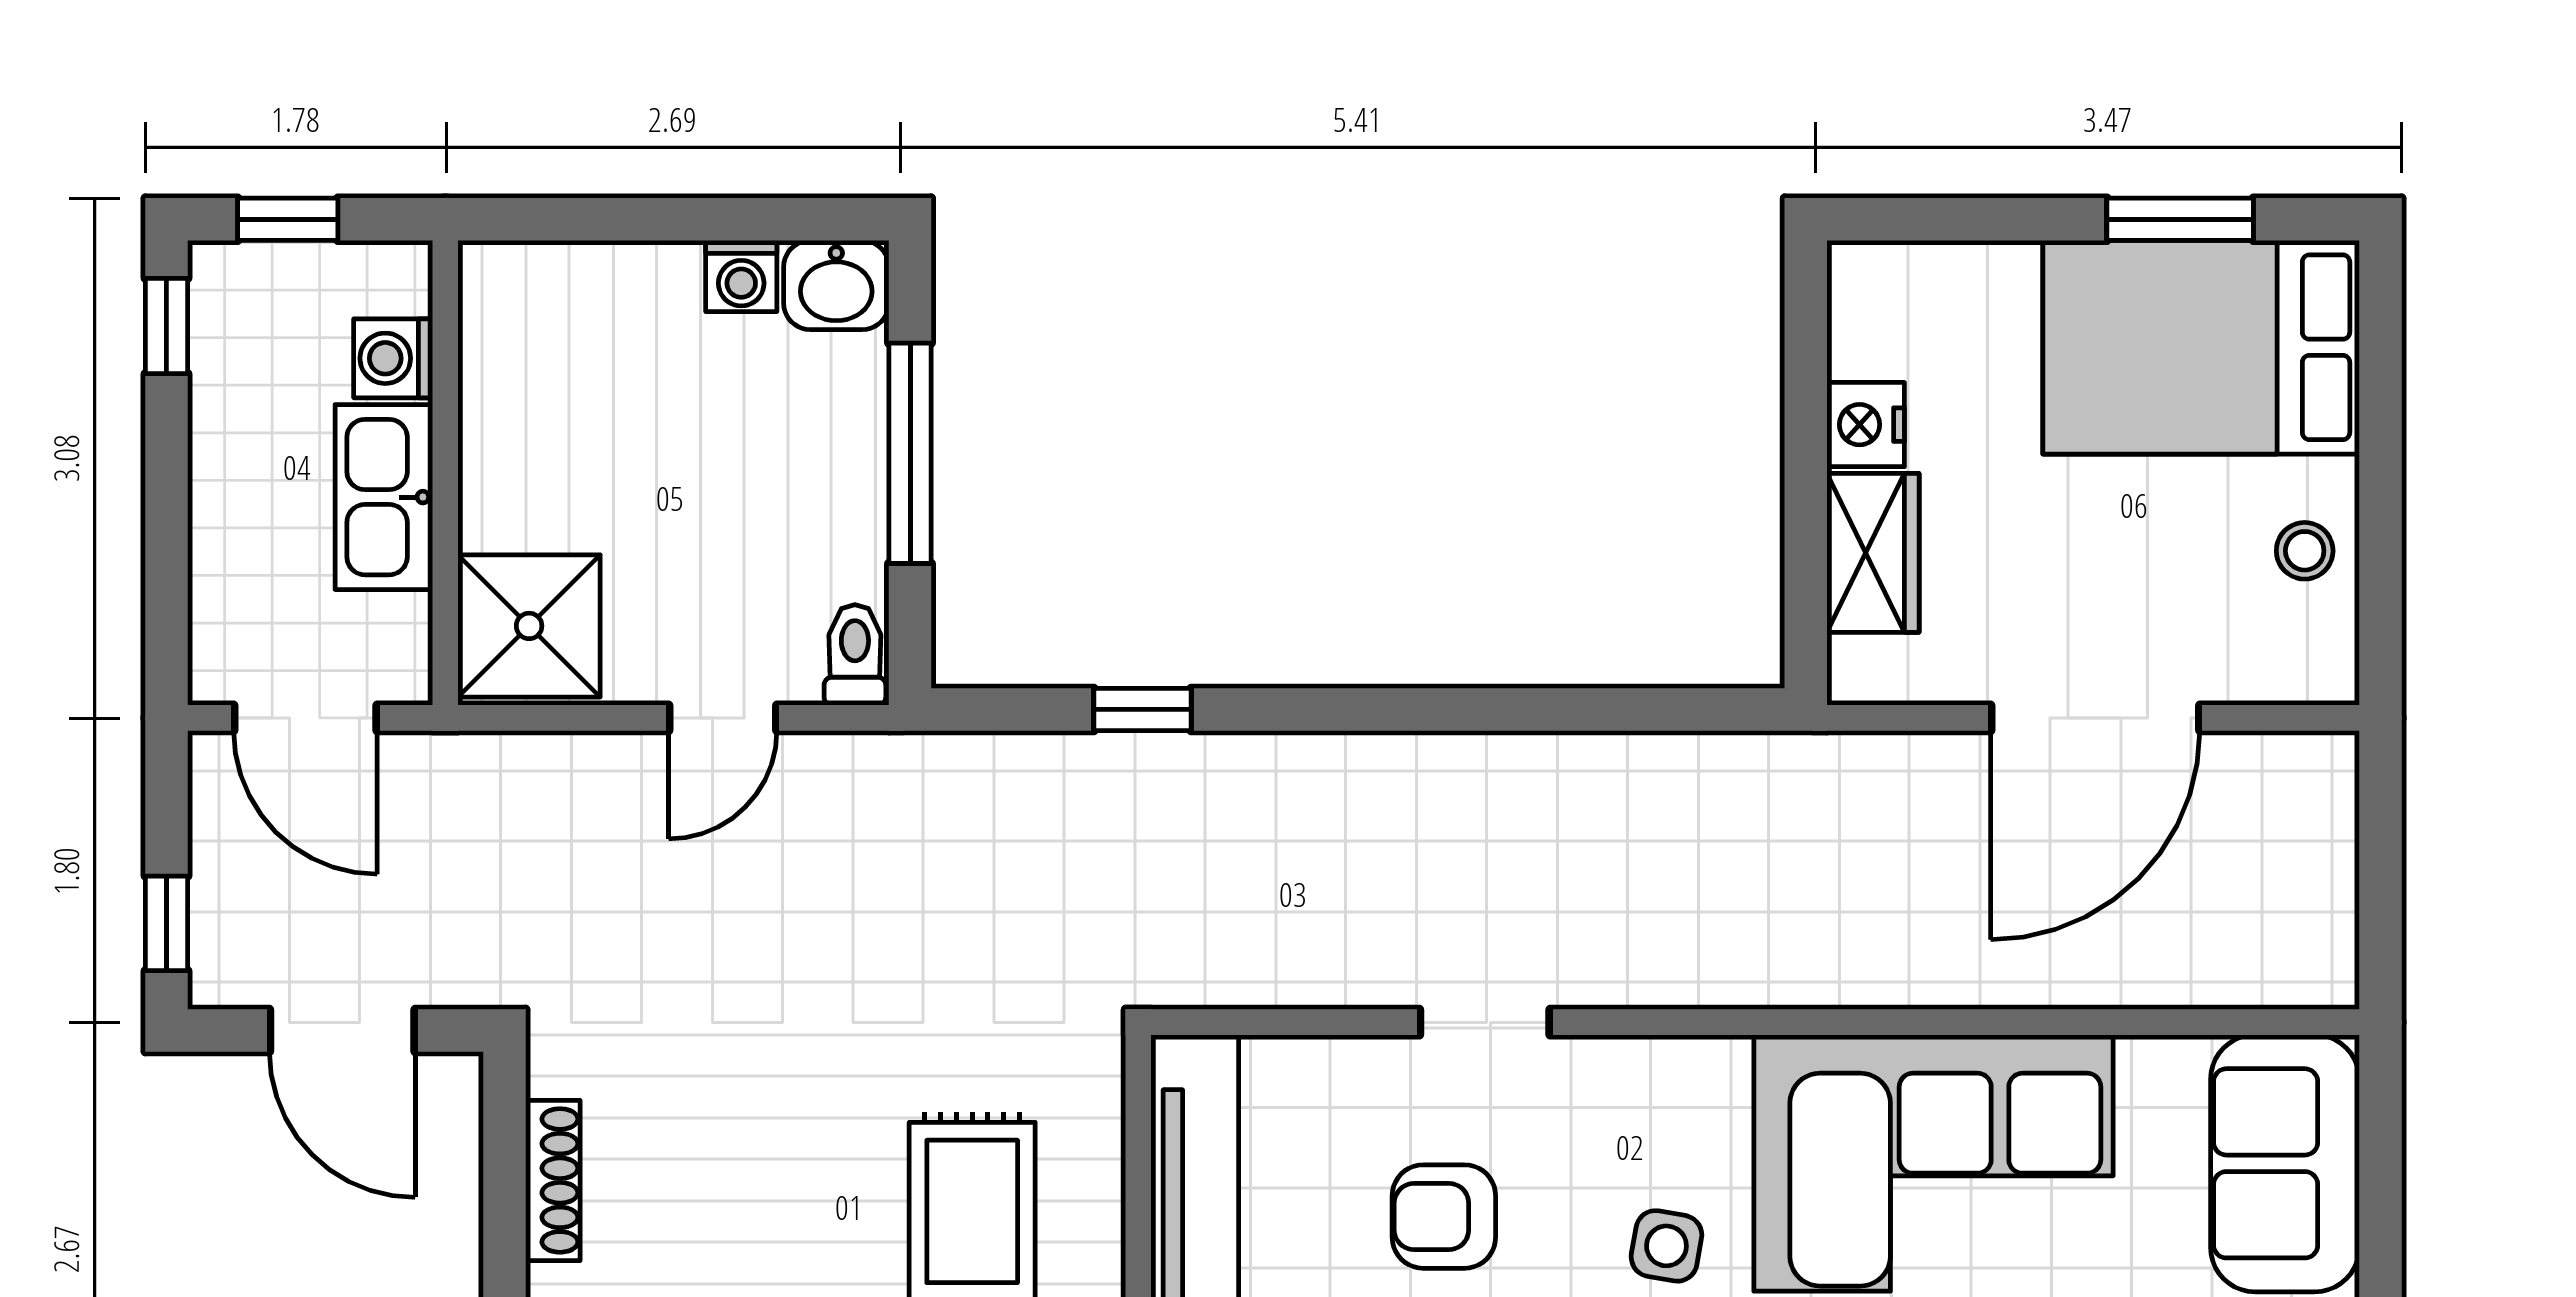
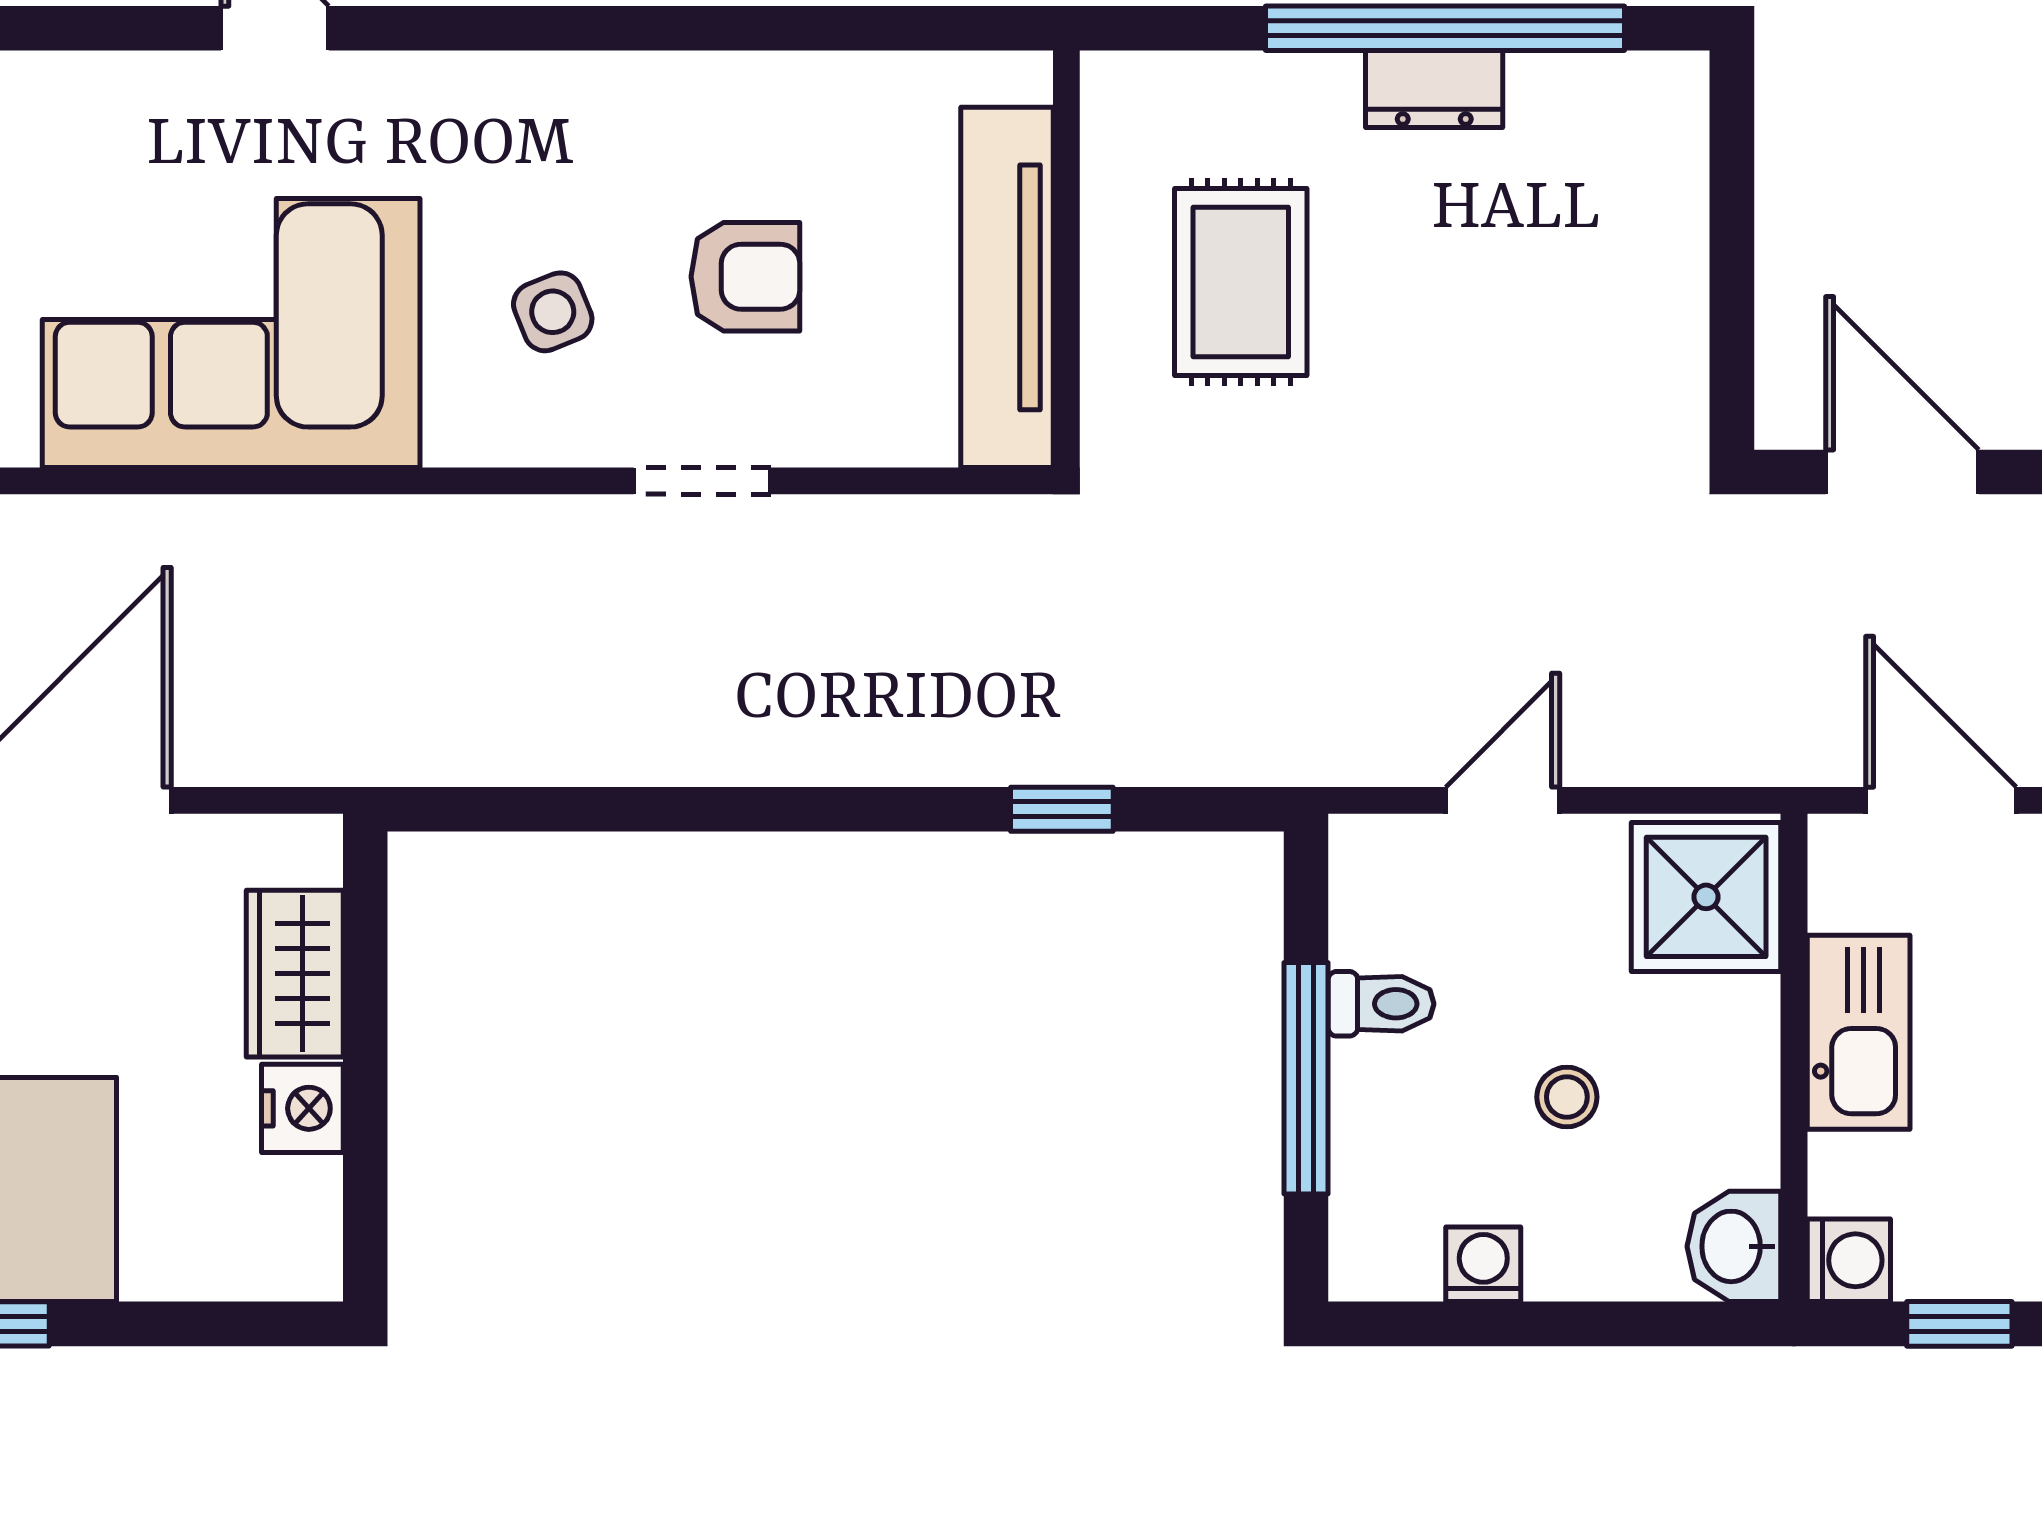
washbasin: (836, 285) -> (1734, 1246), moved, turned -90
washing machine: (393, 358) -> (1849, 1260), moved
stool: (662, 435) -> (1567, 1097), added
toilet: (855, 655) -> (1381, 1004), moved, turned -90
shoe rack: (553, 1180) -> (1681, 315), removed
side table: (1666, 1246) -> (553, 312), moved, turned -32

